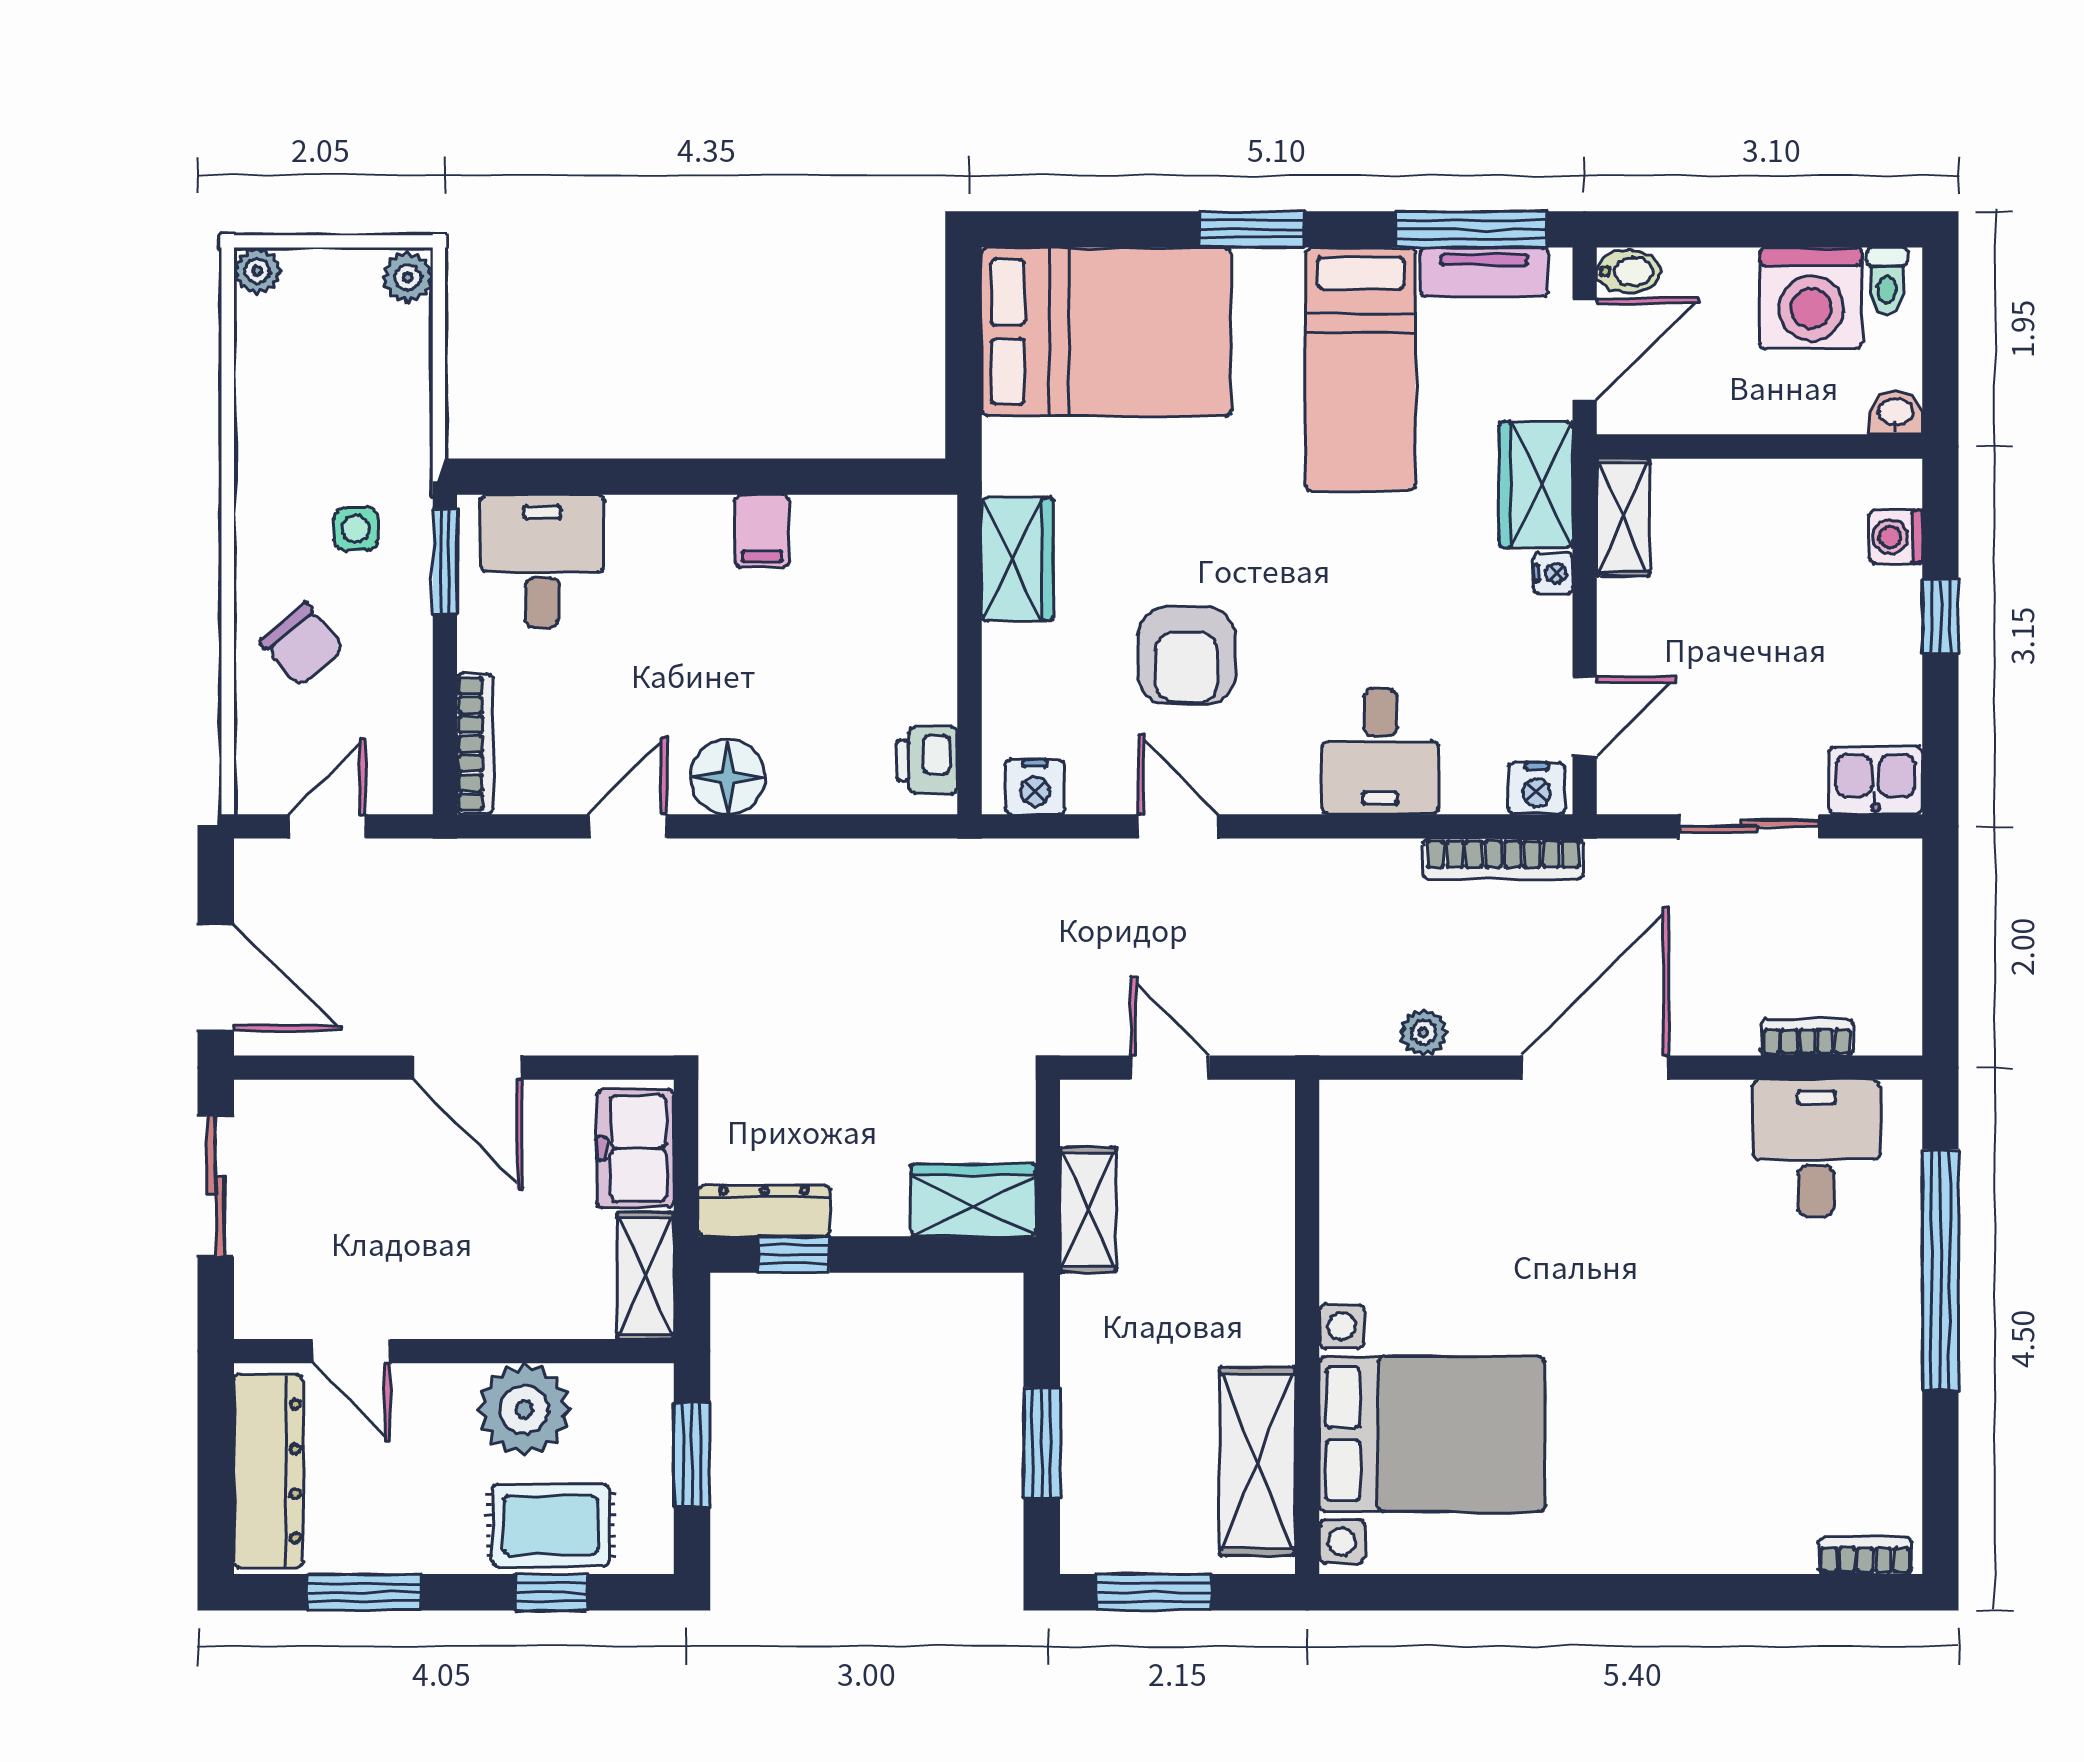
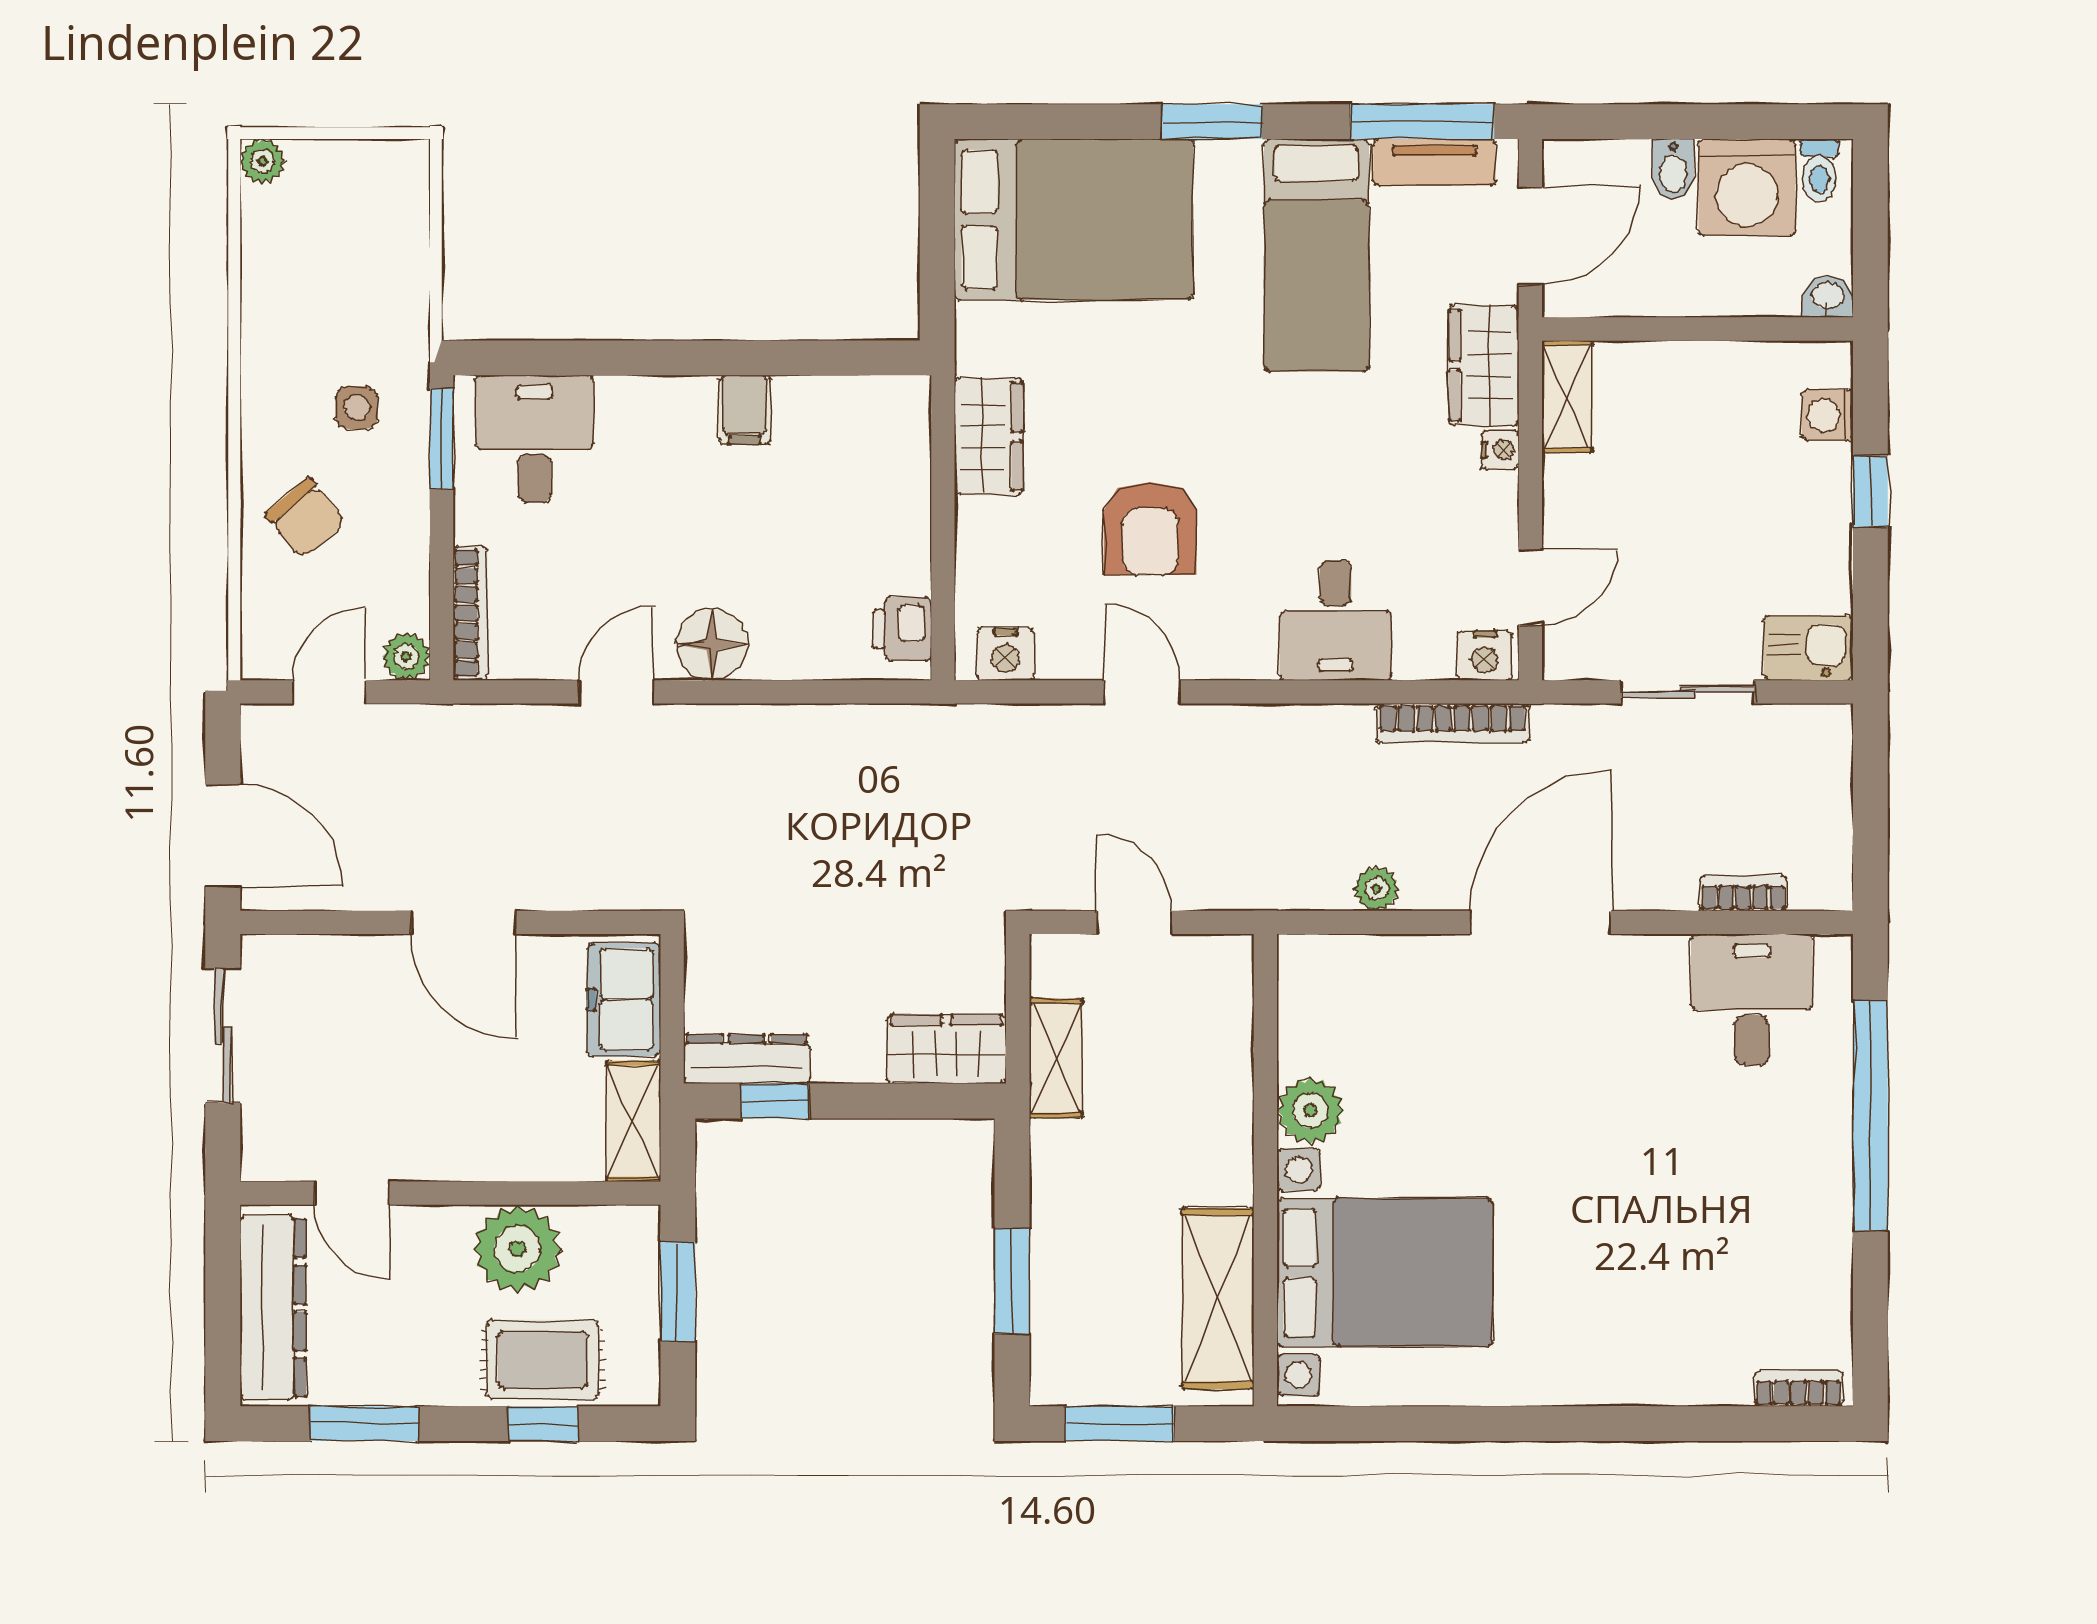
bidet: (1628, 271) -> (1673, 169), moved, turned 90
plant: (408, 277) -> (406, 657), moved
plant: (1354, 1265) -> (1310, 1111), added

